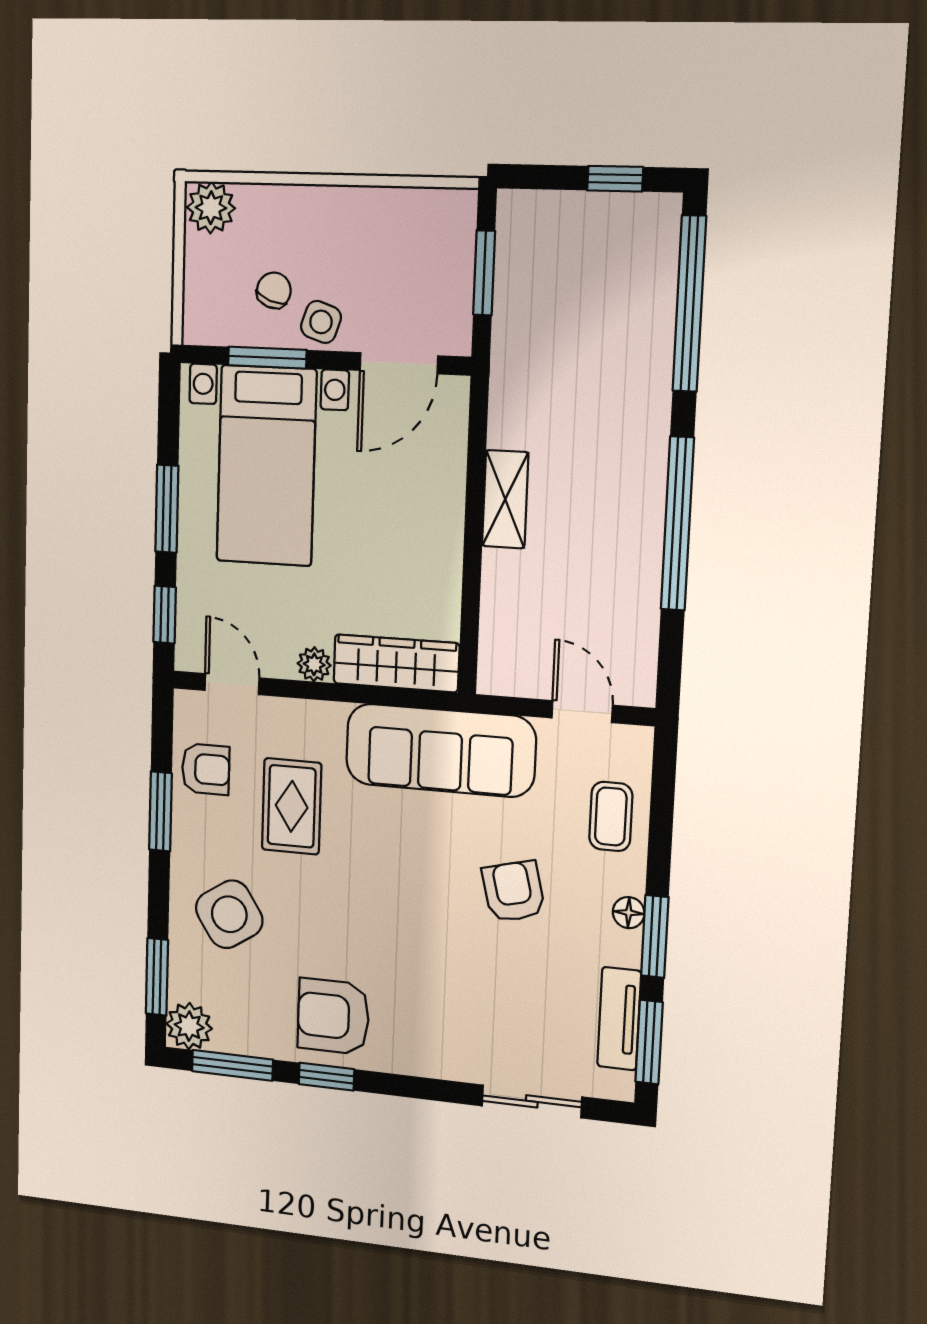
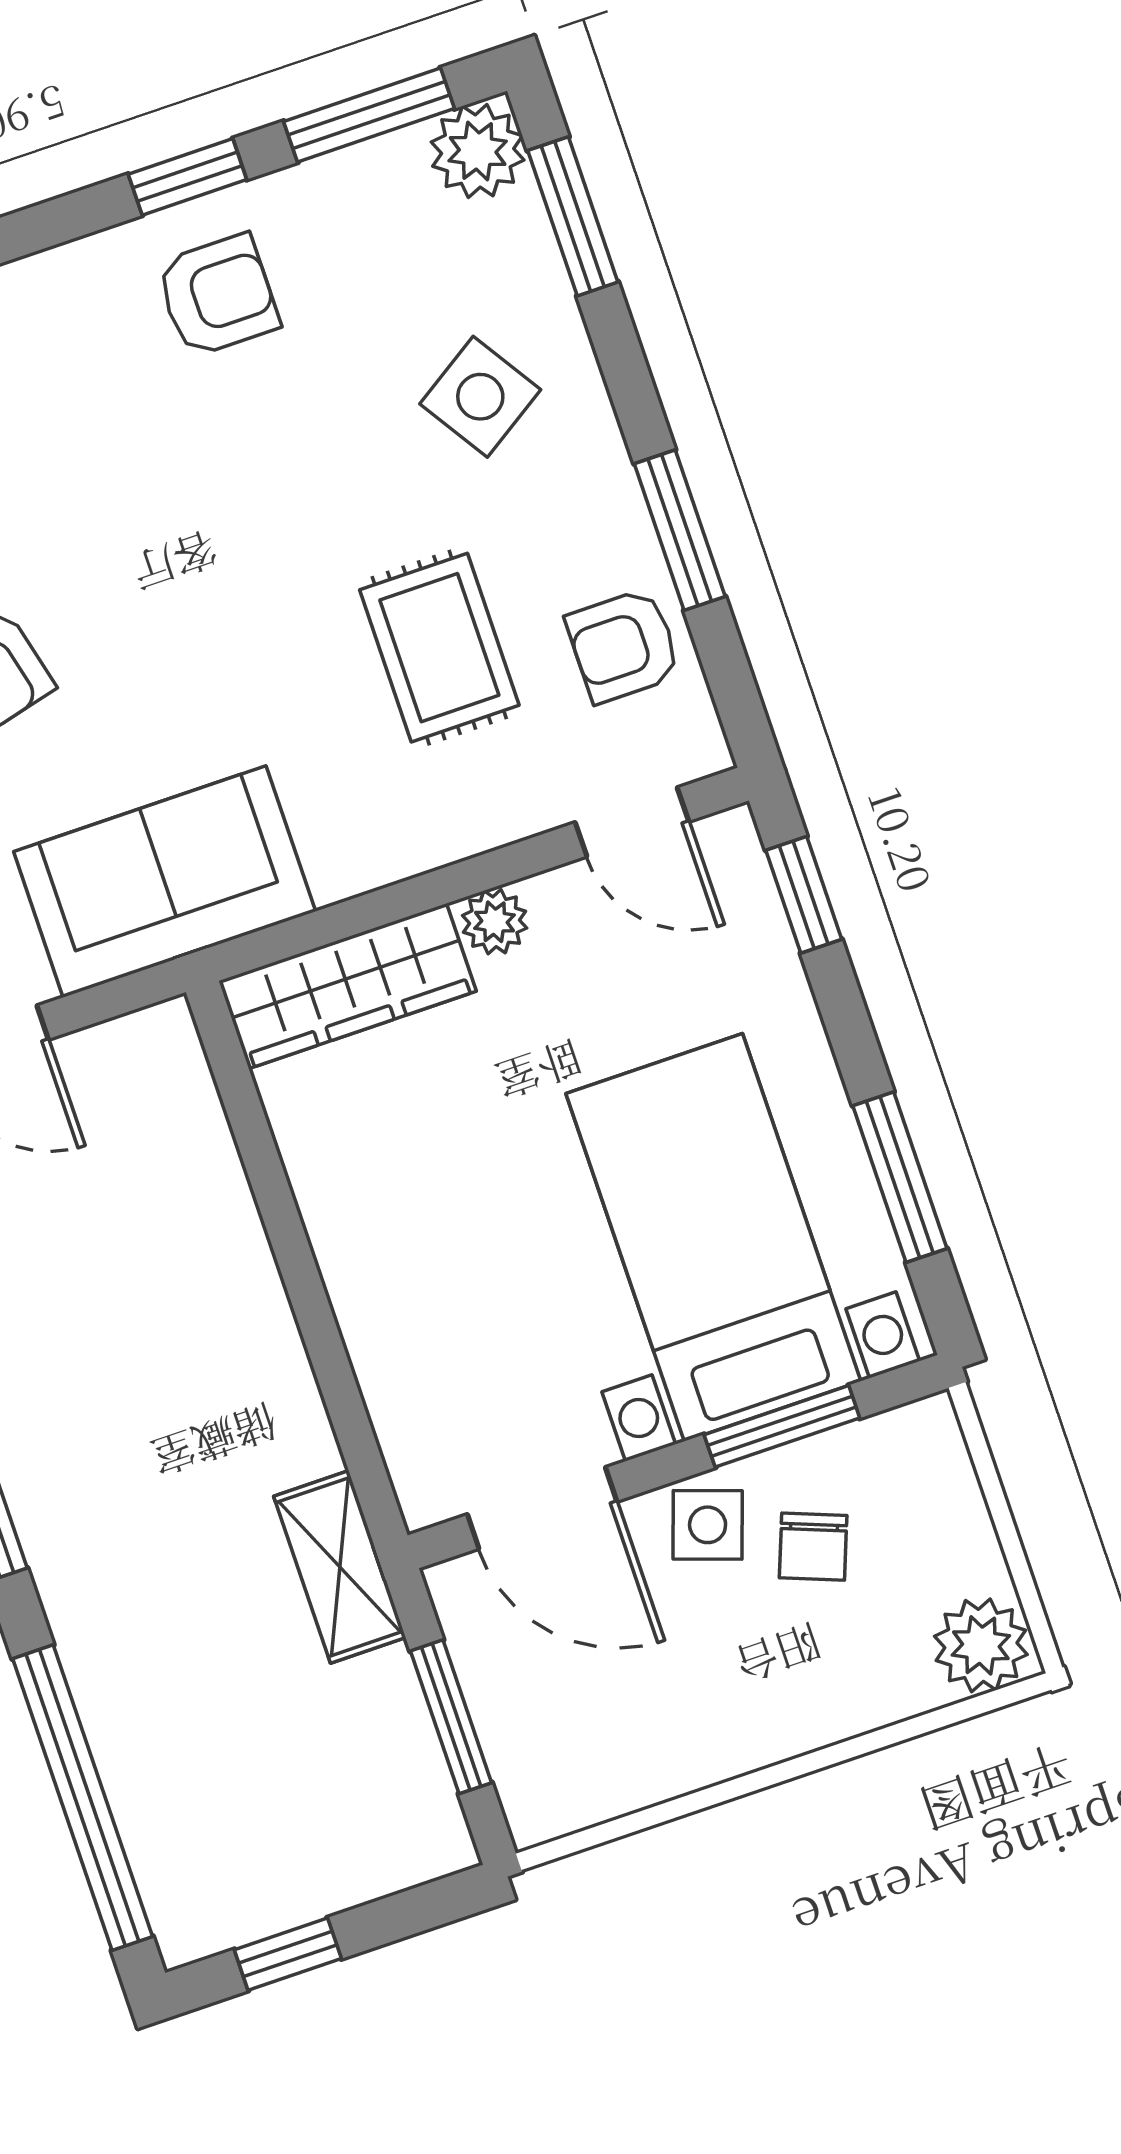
door: (399, 363) -> (542, 1508), swing flipped
shelving: (505, 499) -> (340, 1567), moved
window: (167, 509) -> (900, 1177), moved
sofa: (440, 750) -> (165, 881), width x0.73
side table: (229, 914) -> (480, 397), width x0.73, depth x0.73
armchair: (333, 1016) -> (218, 295), width x0.72, depth x0.72

